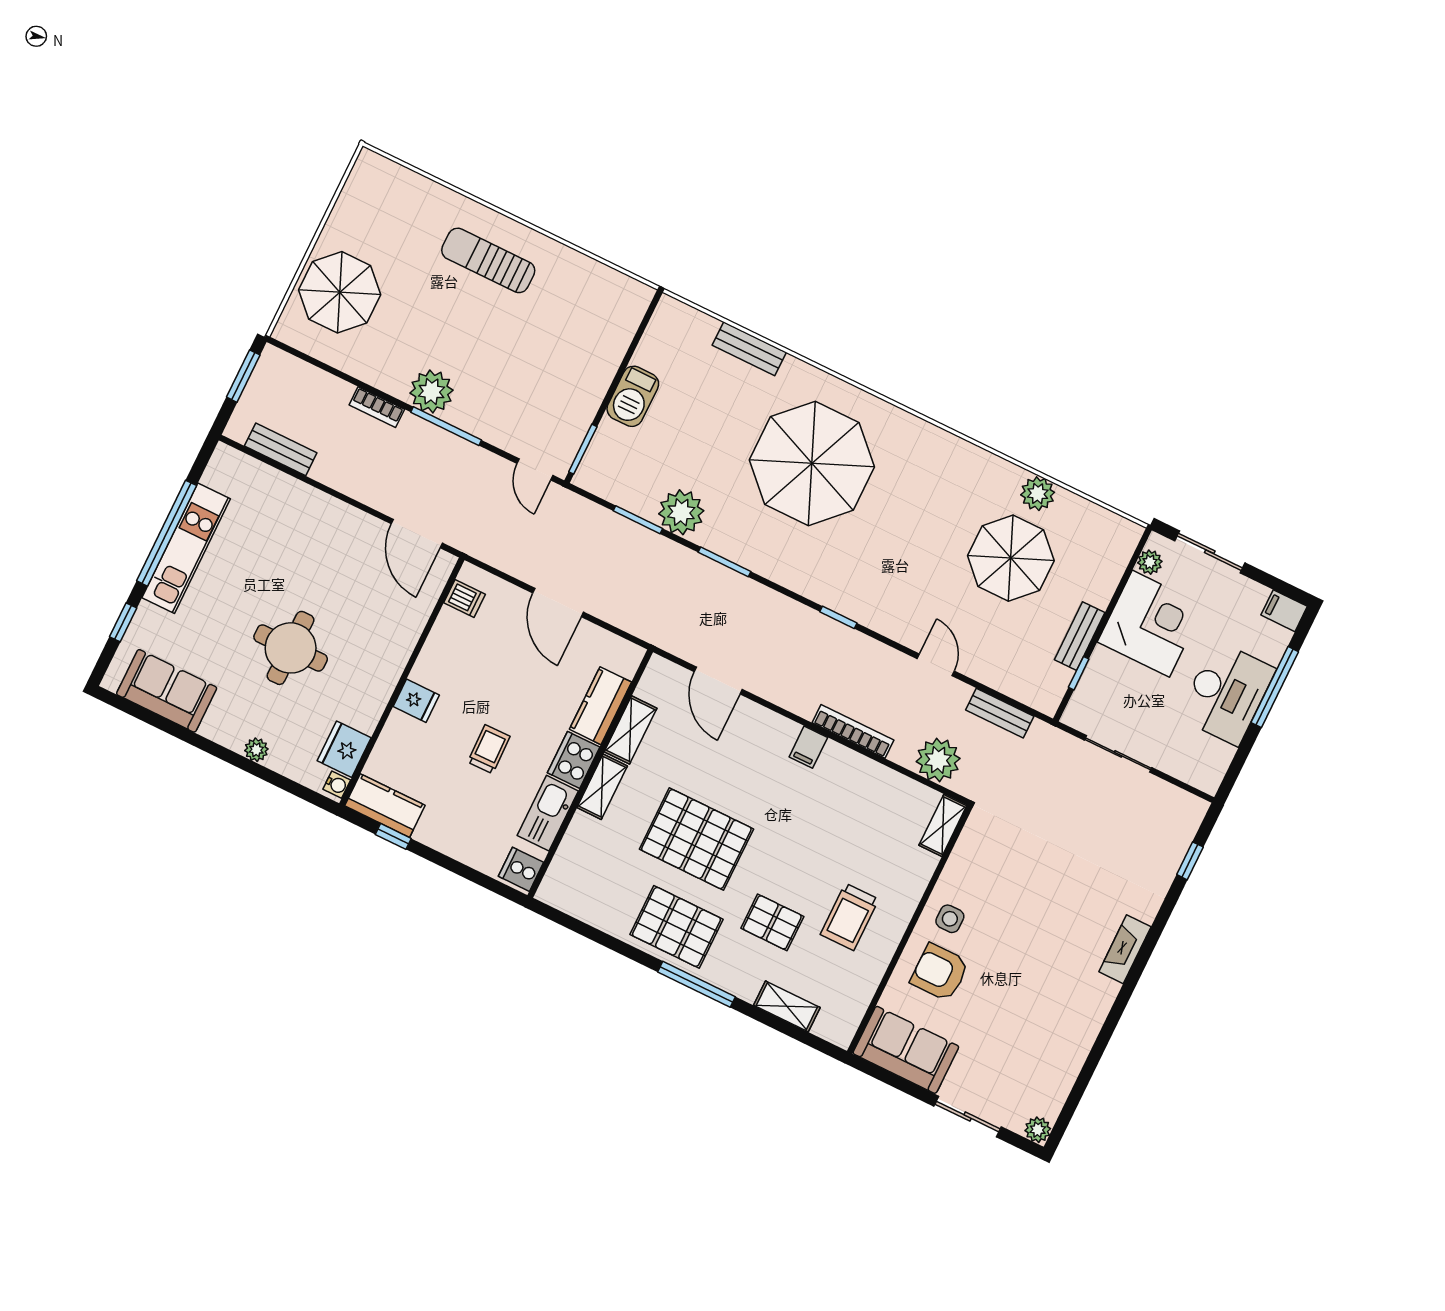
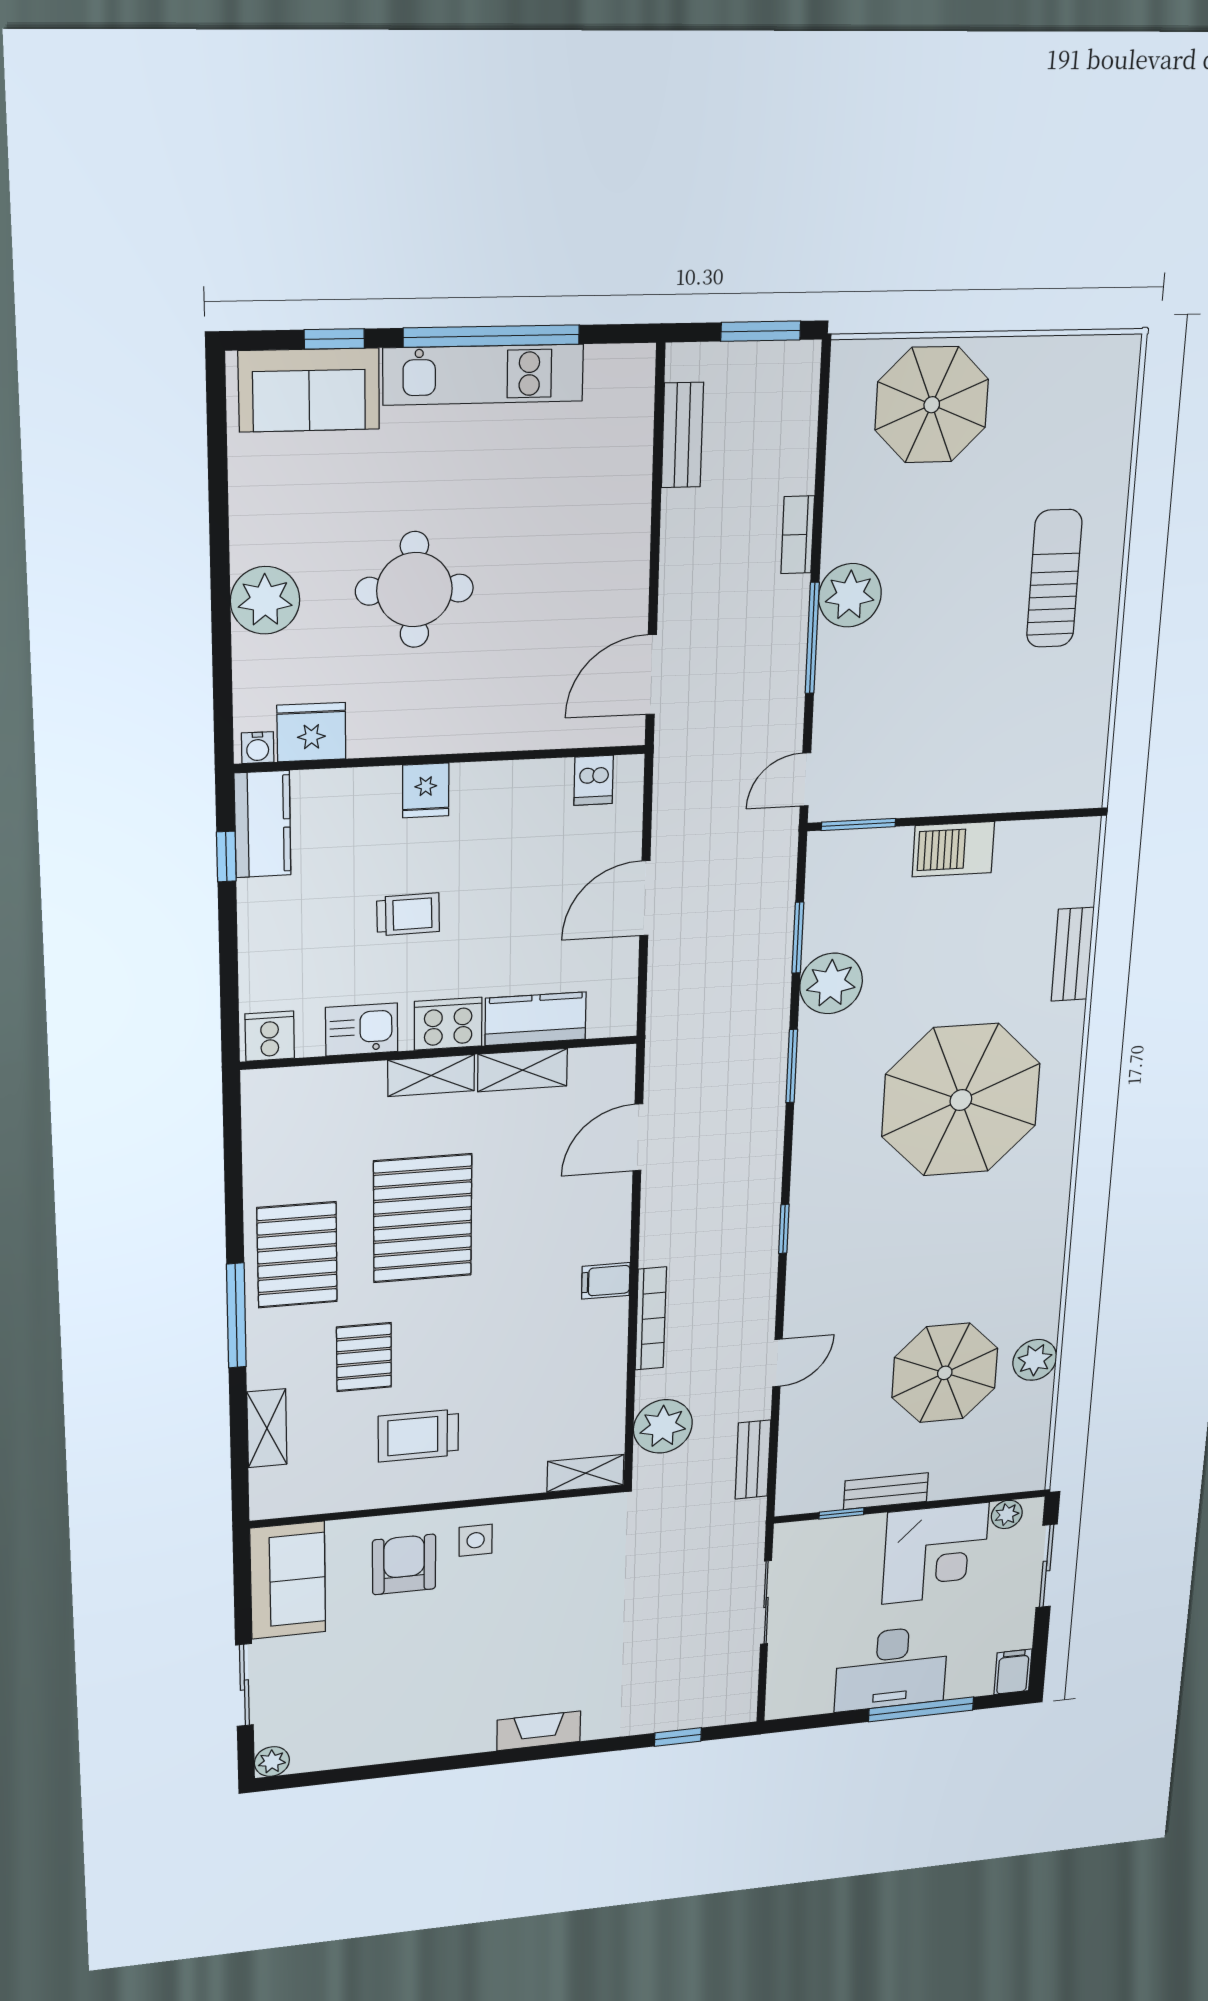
sofa: (167, 691) -> (309, 390), moved, turned 90
plant: (256, 750) -> (265, 600), width x1.88, depth x1.88
kitchen sink: (548, 813) -> (362, 1029), width x0.73

